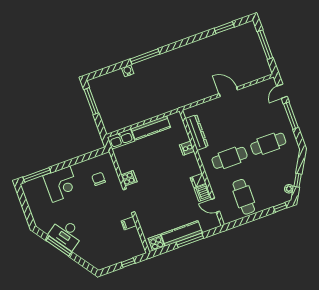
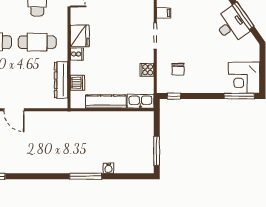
cooker: (187, 148) -> (77, 54), moved
window: (93, 154) -> (174, 96), added
cooker: (129, 178) -> (147, 70), moved
fridge: (198, 180) -> (80, 36), width x1.88, depth x1.34
corner desk: (61, 184) -> (244, 78), moved, turned -90
dishwasher: (203, 193) -> (77, 83), moved

